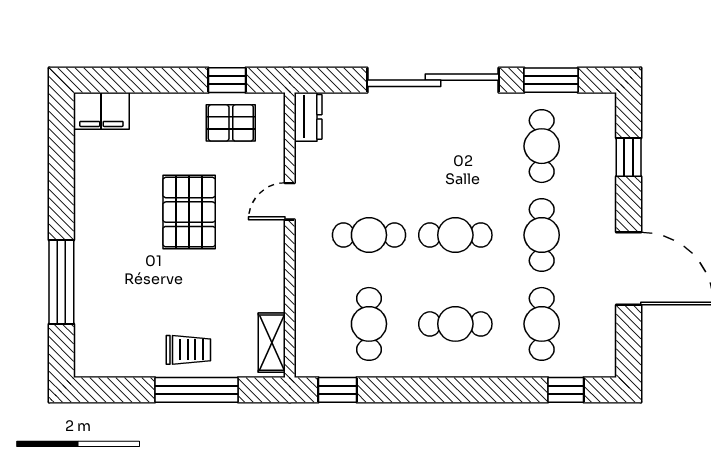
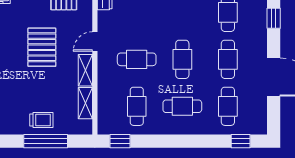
cafe table: (455, 235) -> (182, 59), turned 90
shelving: (272, 256) -> (85, 70), added
shelving: (272, 343) -> (85, 103), moved

